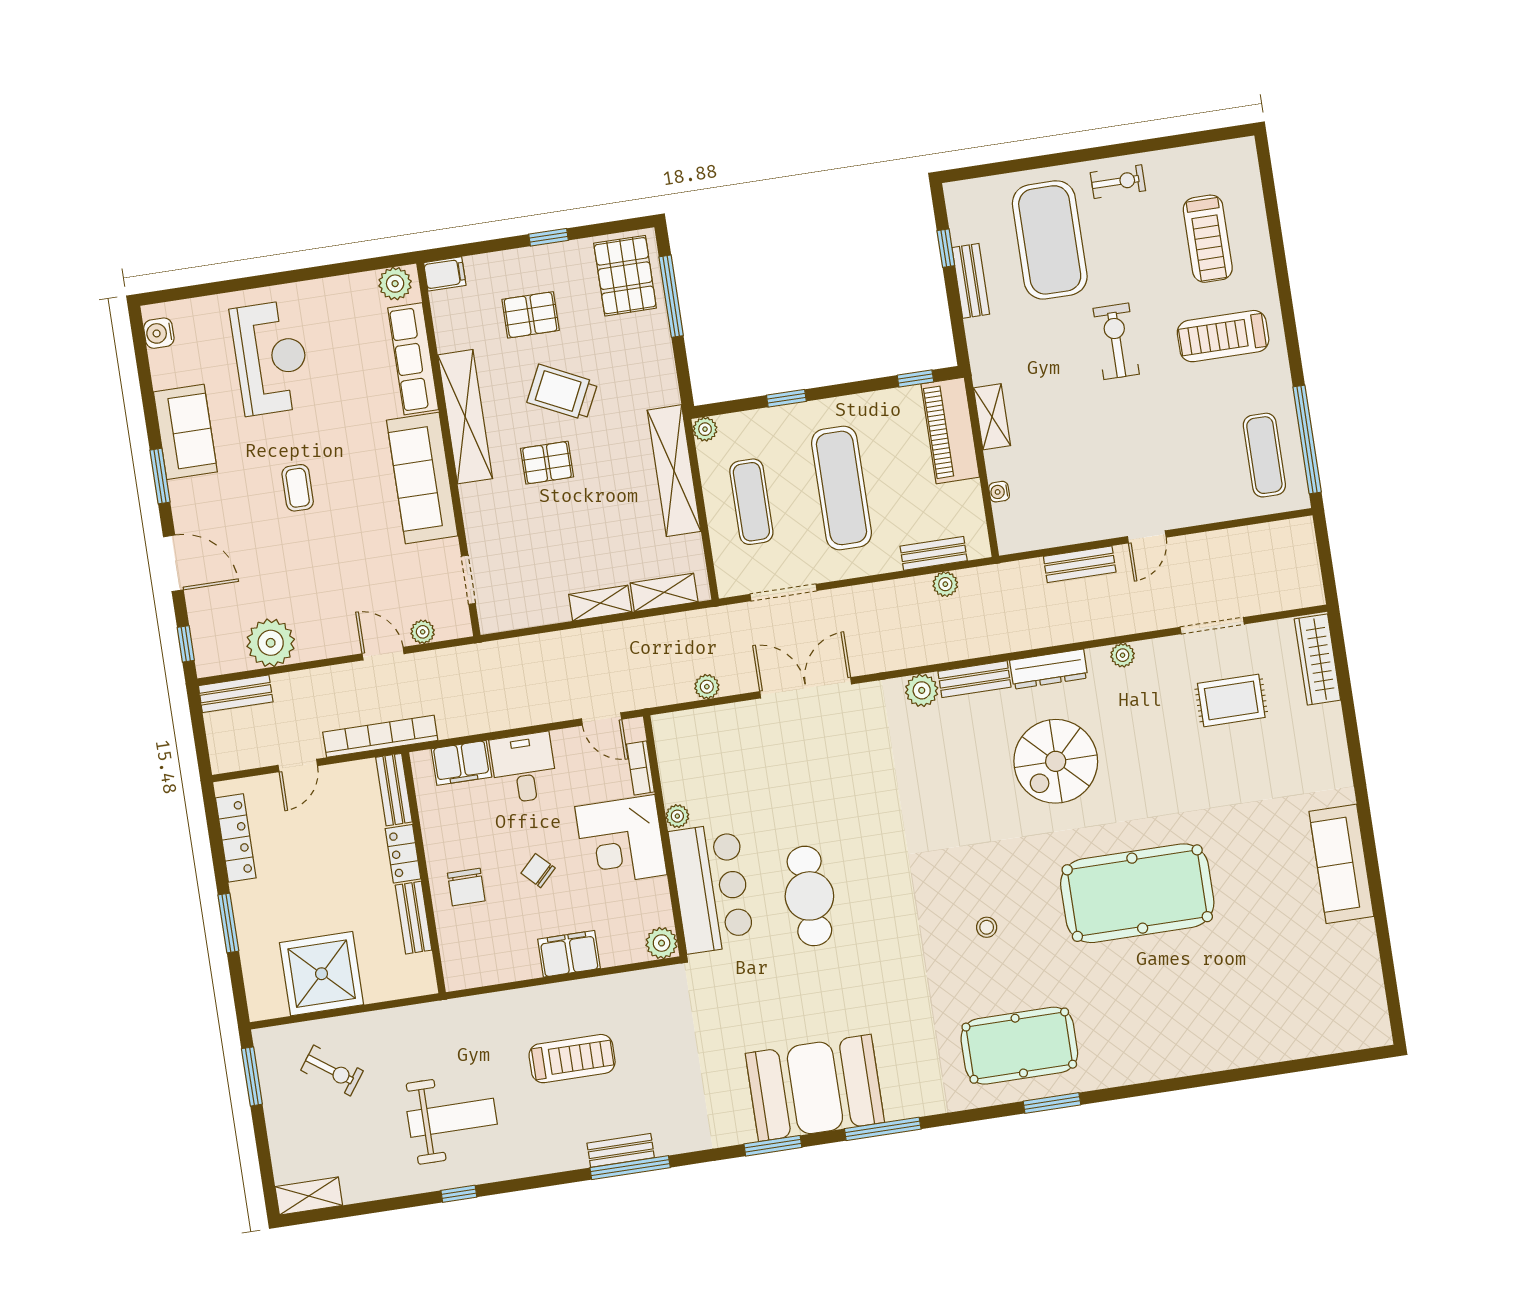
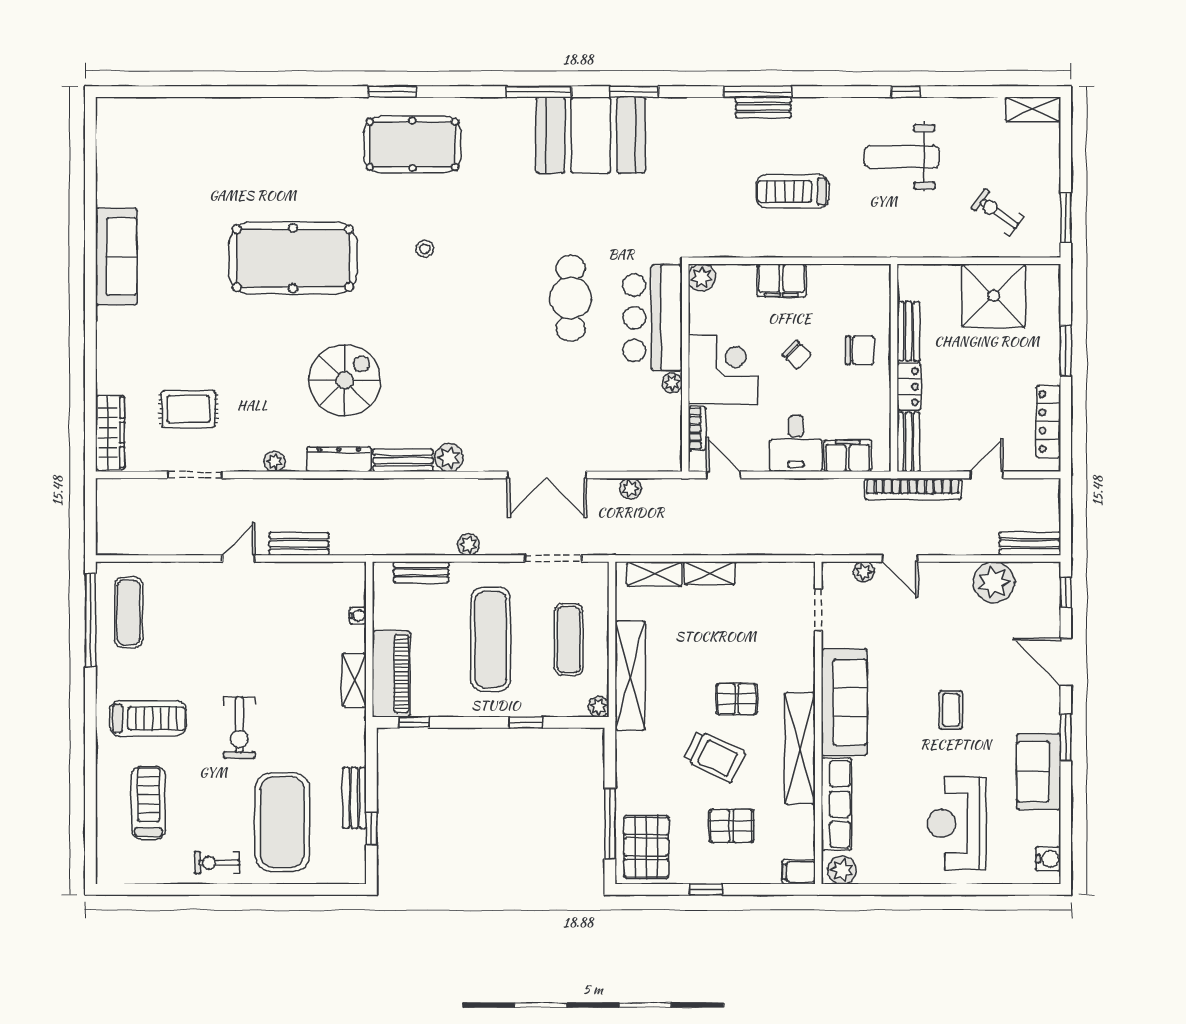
plant: (945, 584) -> (468, 544), moved
chair: (466, 887) -> (860, 350), turned 90

